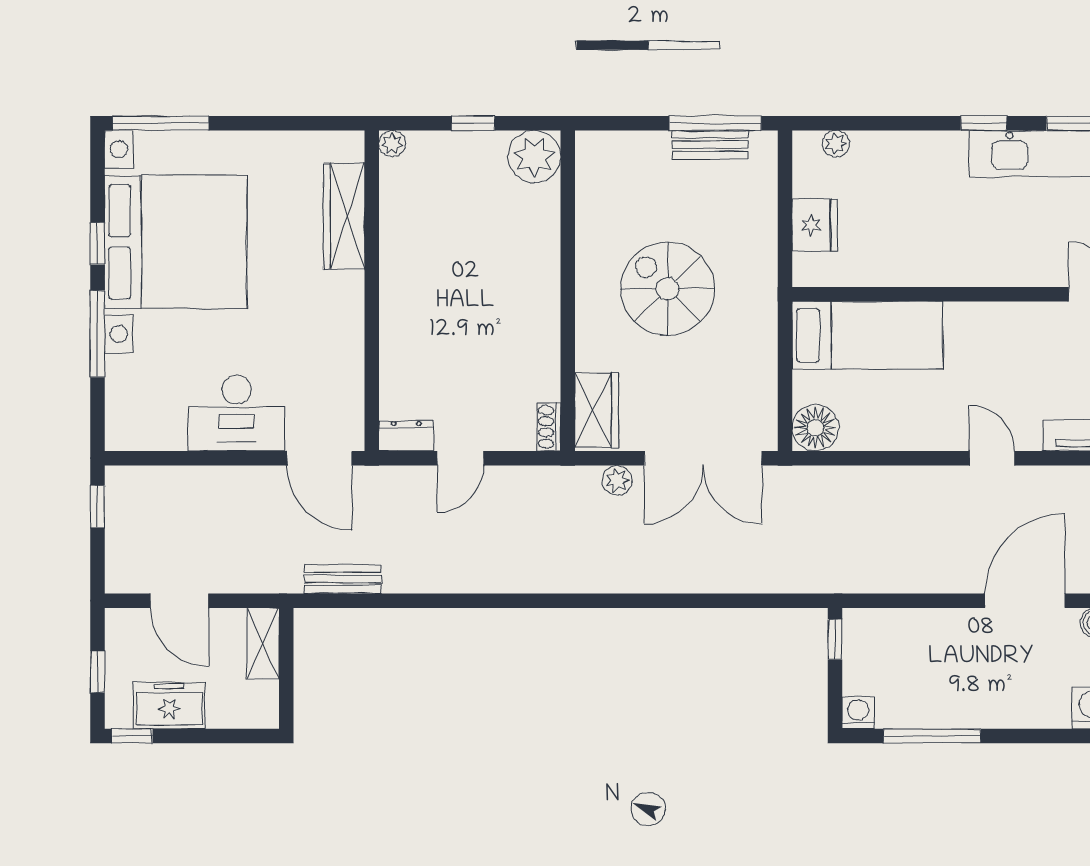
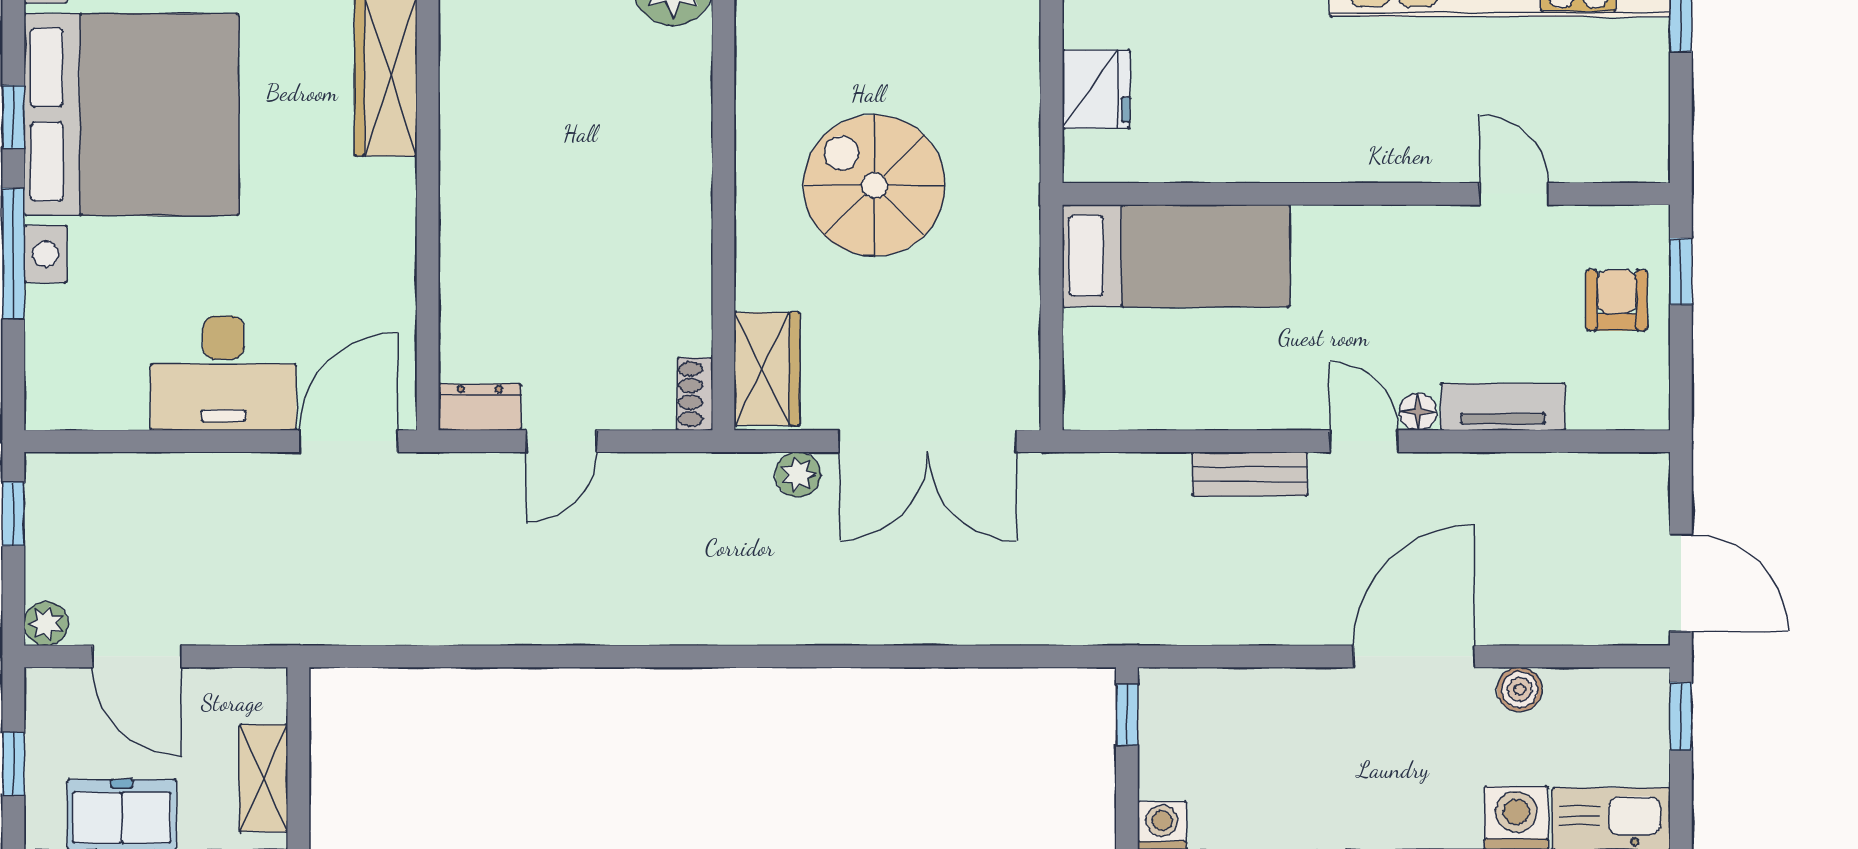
floor lamp: (815, 428) -> (1418, 412), moved, width x0.53, depth x0.53
door: (319, 458) -> (349, 441), swing flipped
plant: (119, 579) -> (46, 624), added
bench: (343, 579) -> (1250, 474), moved
shelving: (263, 643) -> (263, 778), moved

